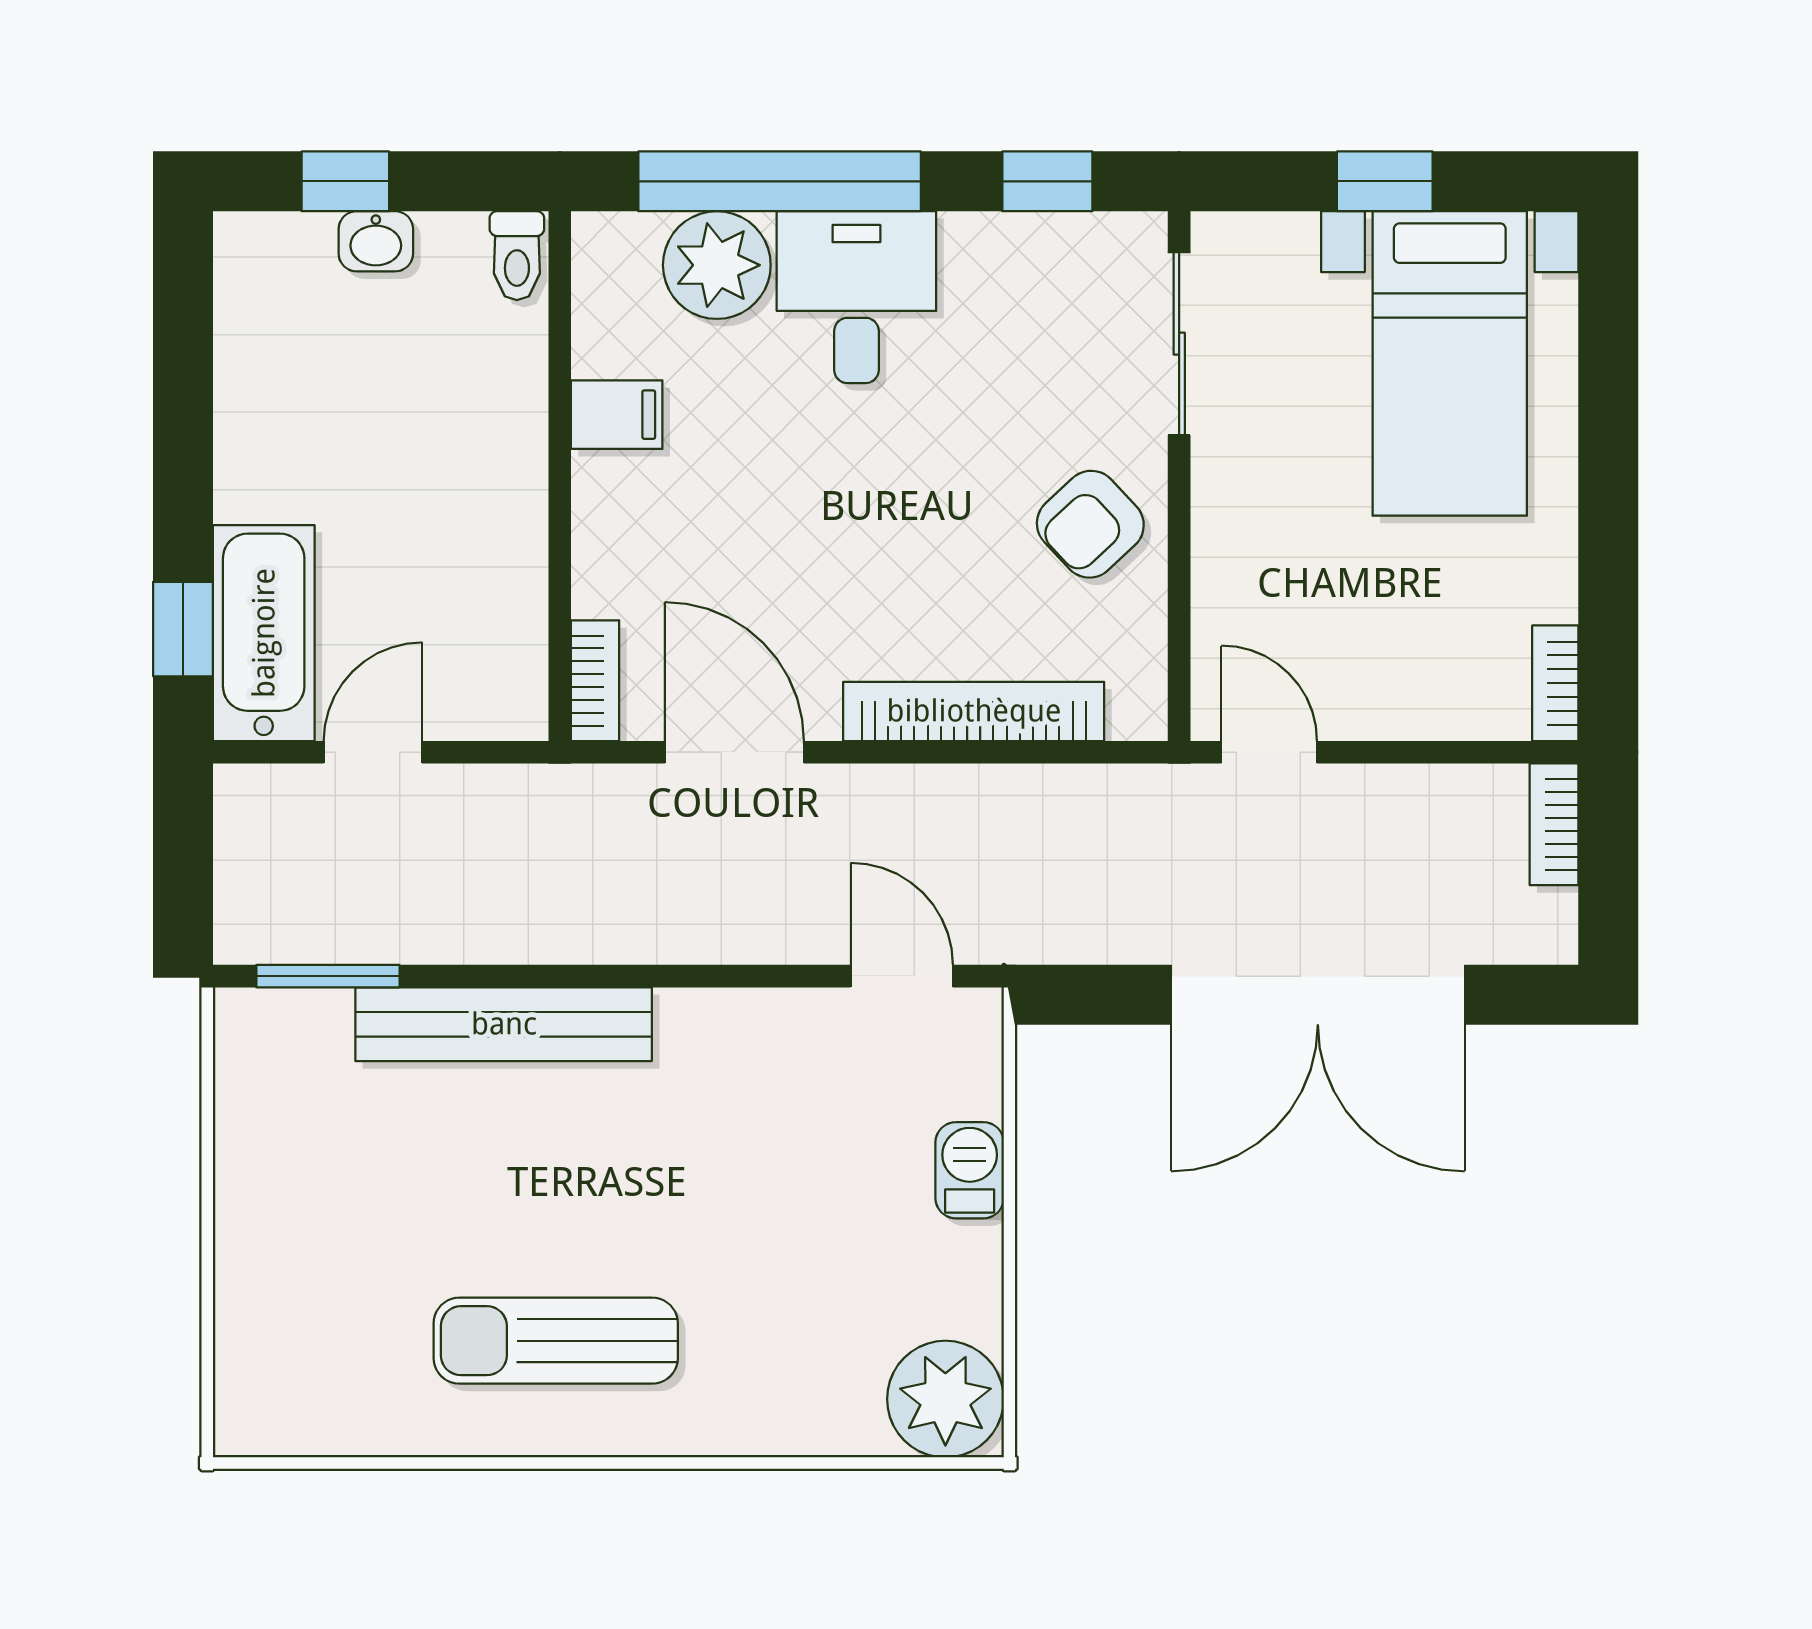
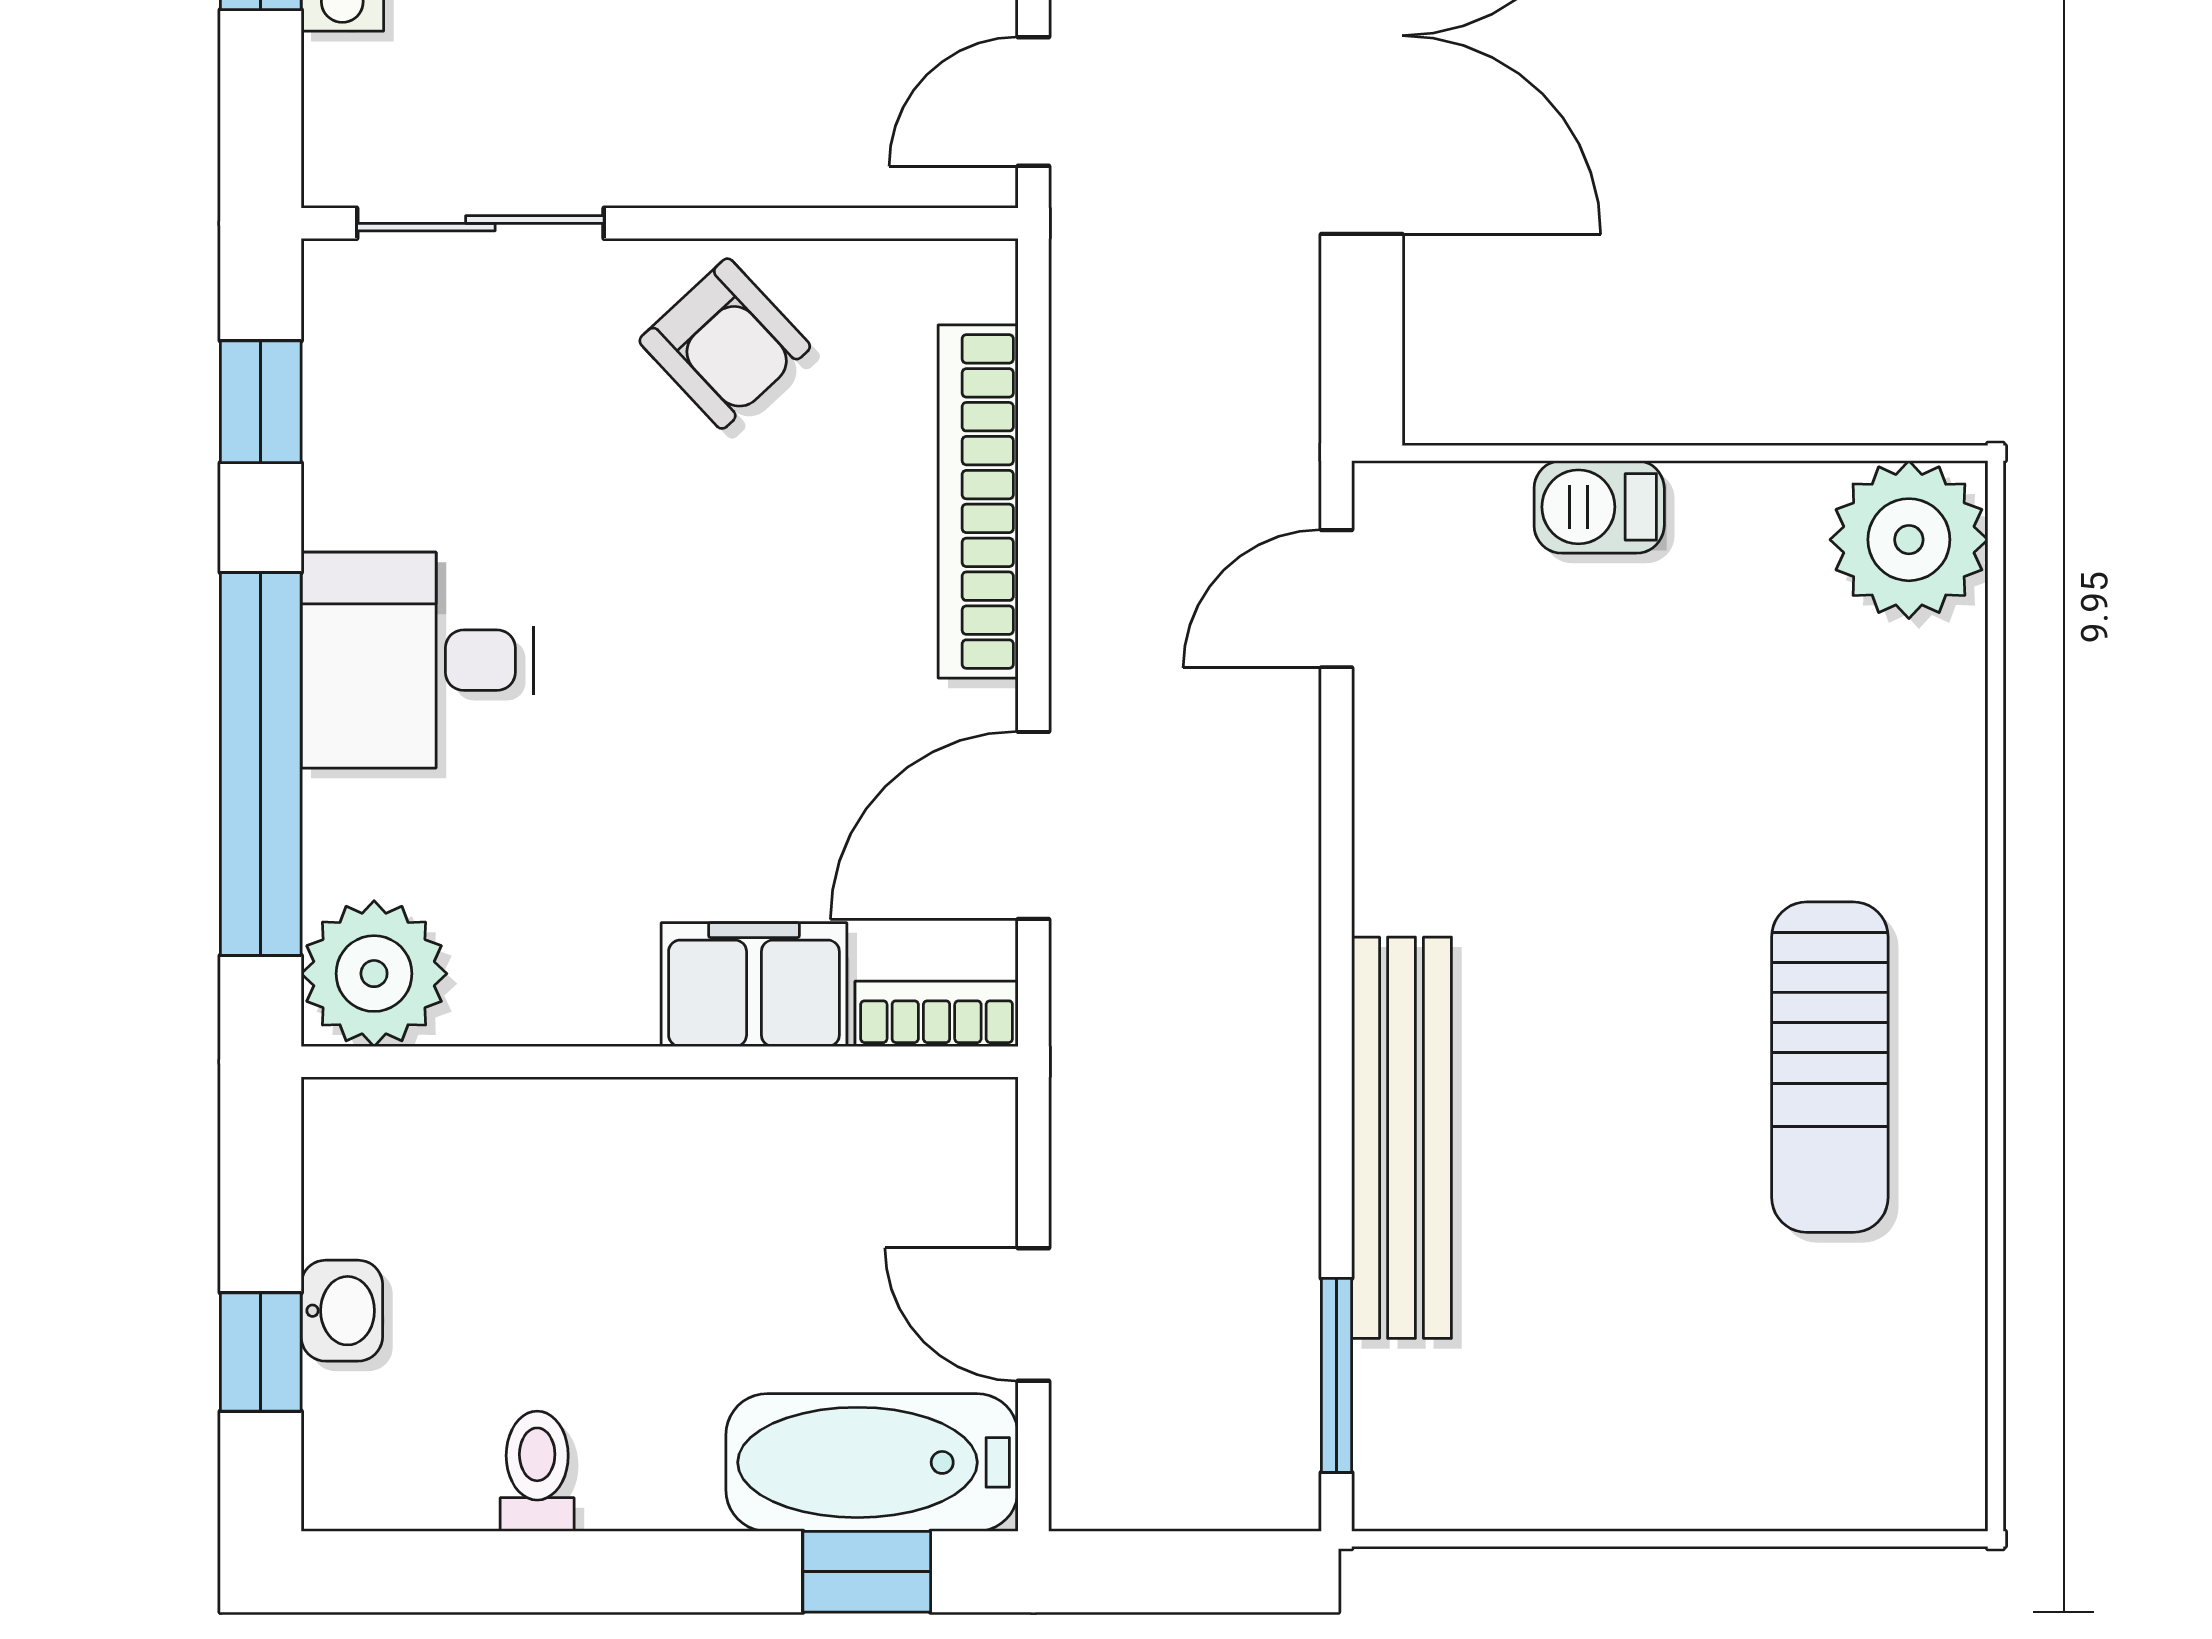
toilet: (517, 256) -> (537, 1471), moved, turned -90
plant: (717, 265) -> (374, 974), moved
filing cabinet: (617, 415) -> (754, 985), moved, width x2.00

